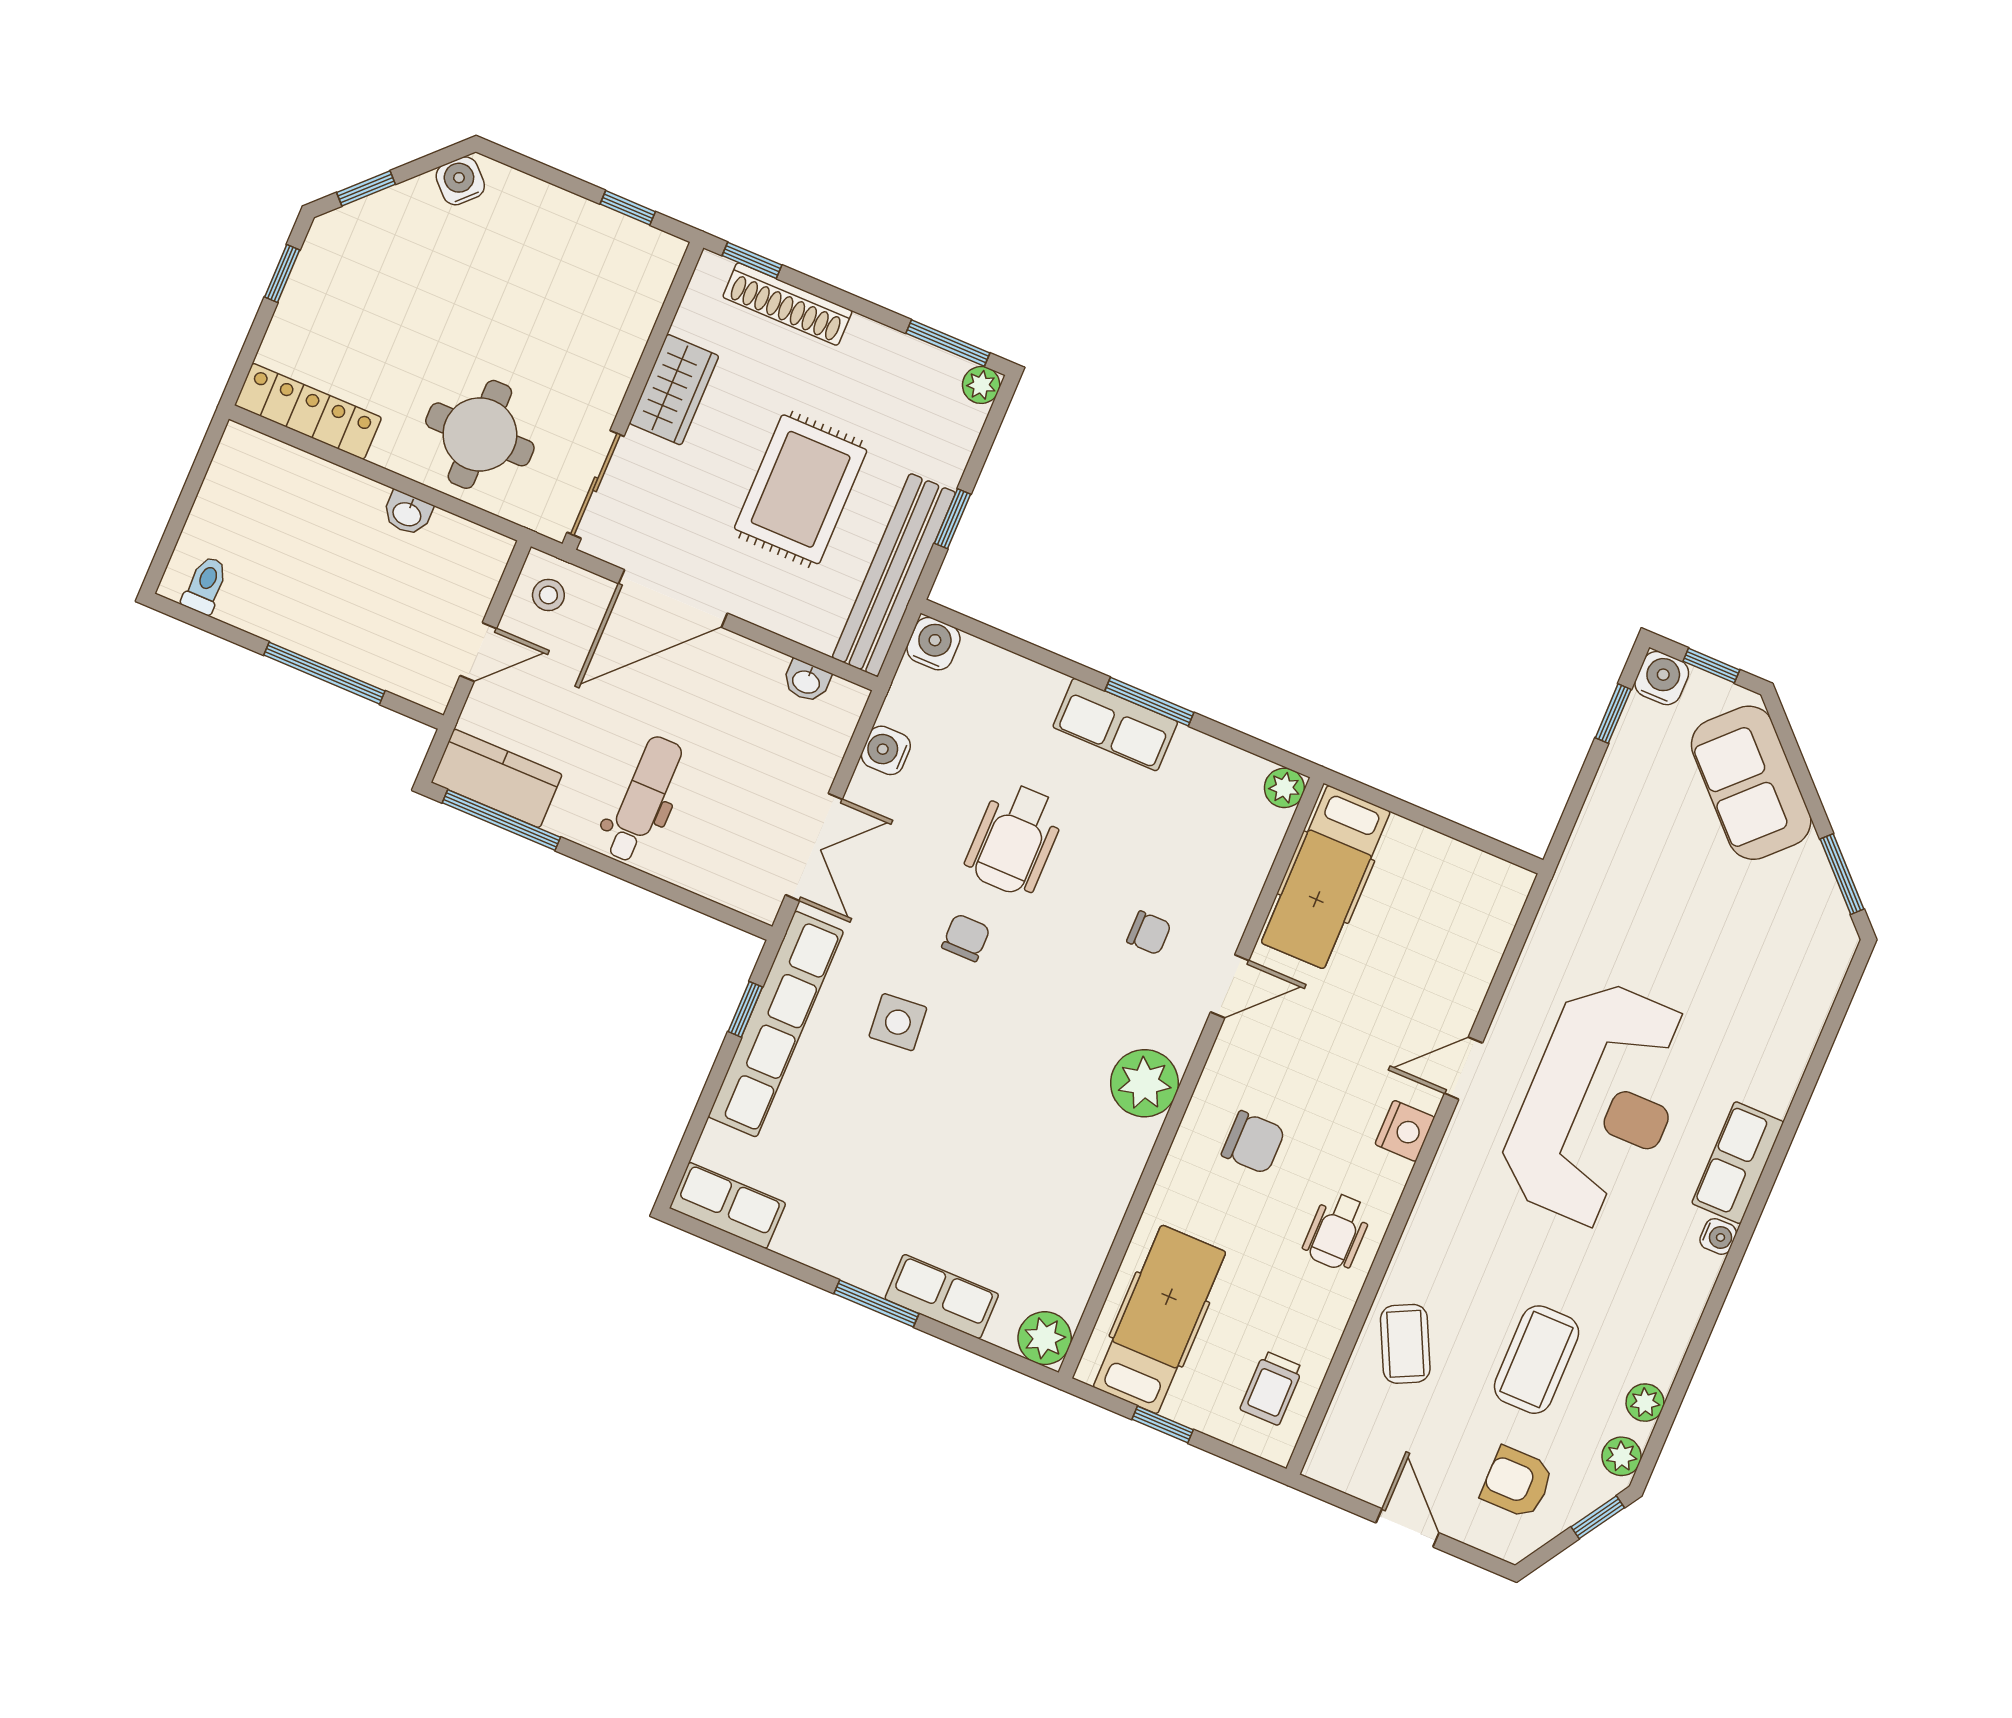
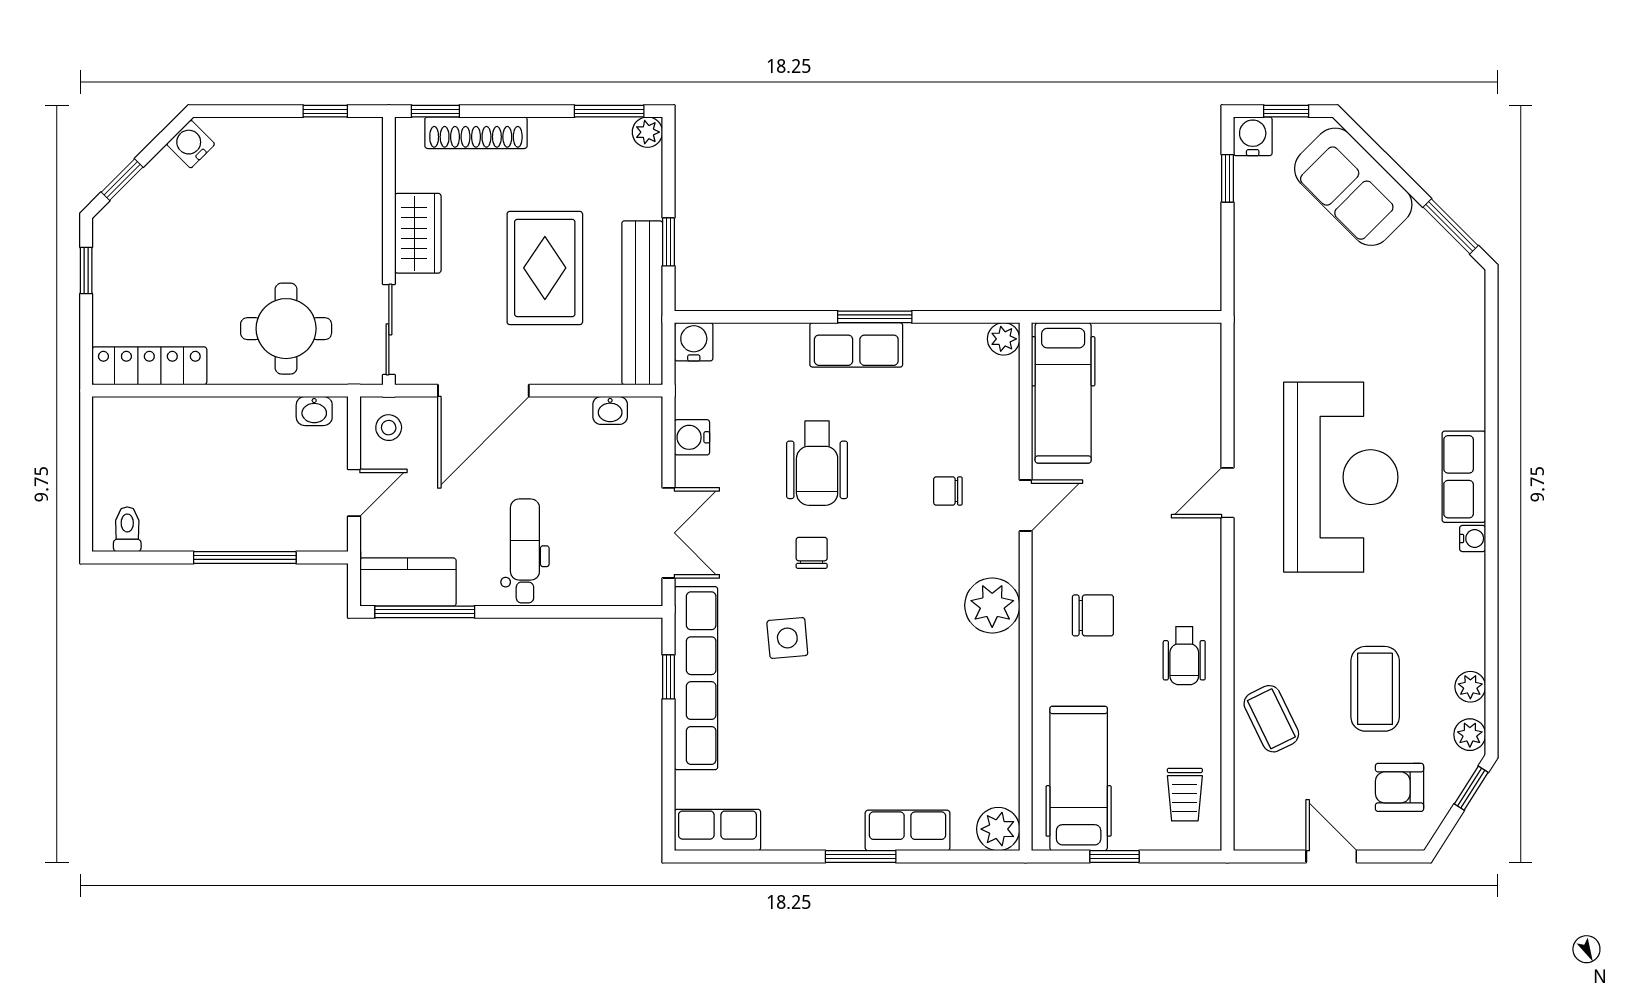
washbasin: (407, 513) -> (314, 411), moved
chair: (1149, 933) -> (948, 491), turned 180
nightstand: (1405, 1131) -> (1203, 559), removed

